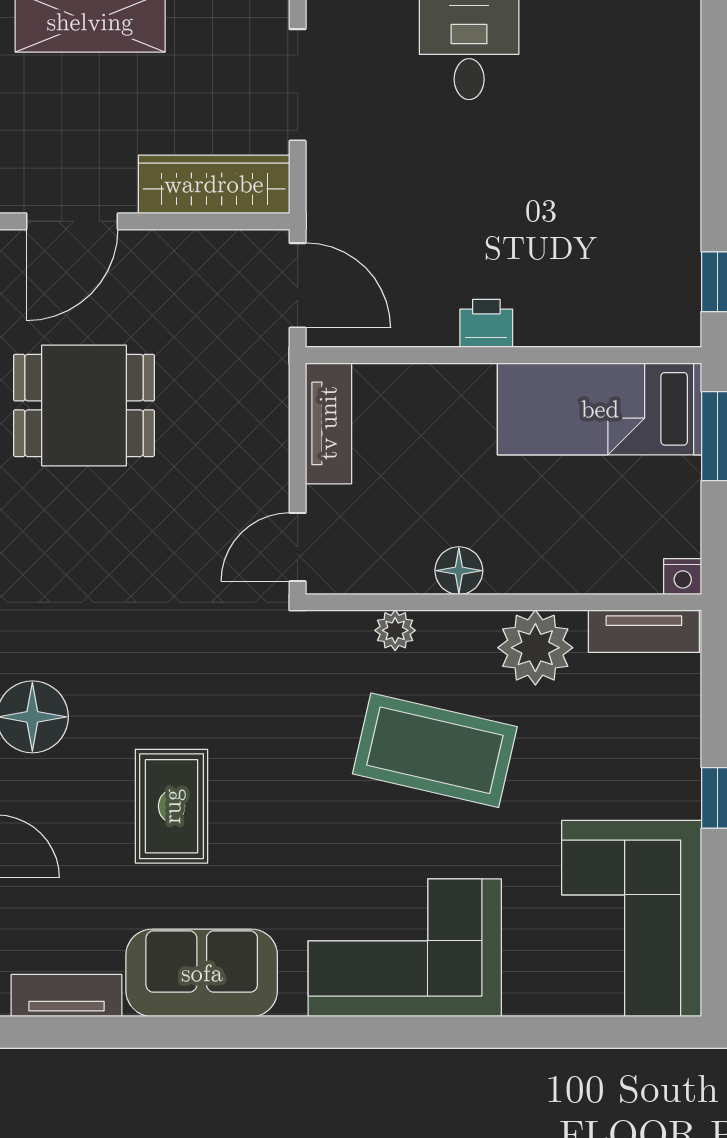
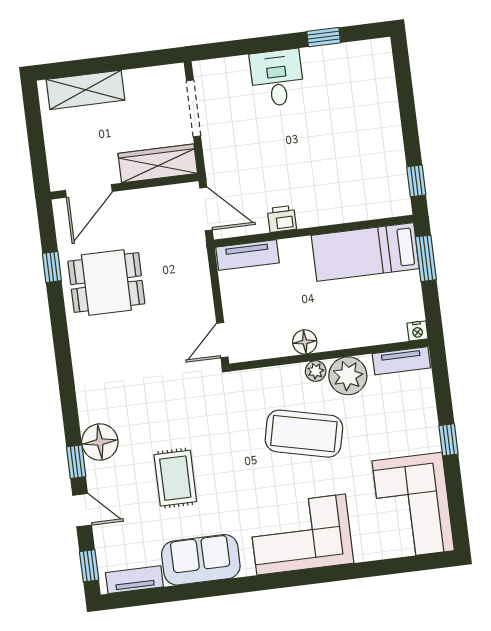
printer: (486, 323) -> (282, 219), moved
tv unit: (328, 423) -> (247, 255), moved, turned 90
plant: (395, 630) -> (316, 371), moved

